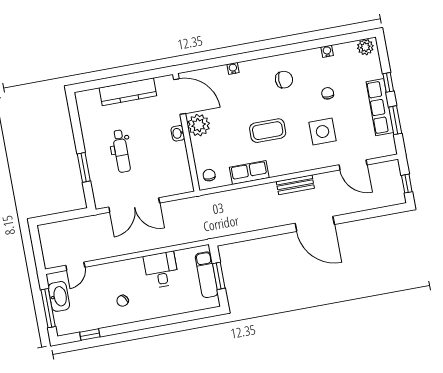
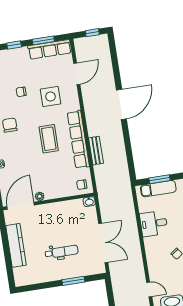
row of seats: (380, 107) -> (50, 49), moved
plant: (199, 125) -> (40, 196), width x0.53, depth x0.53
washbasin: (178, 133) -> (89, 202), moved
row of seats: (249, 172) -> (78, 139), width x2.02
bench: (295, 185) -> (96, 151), moved

